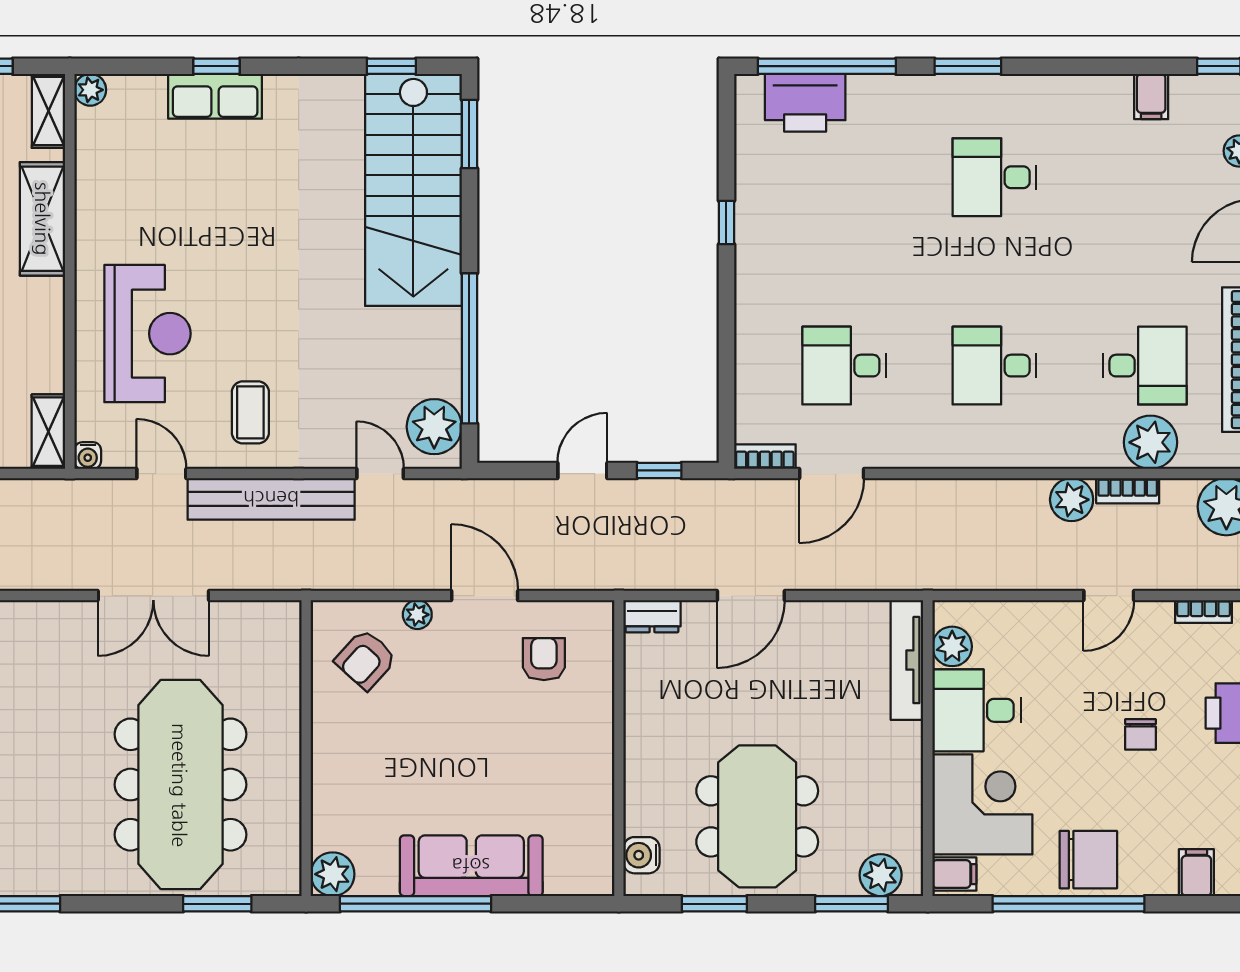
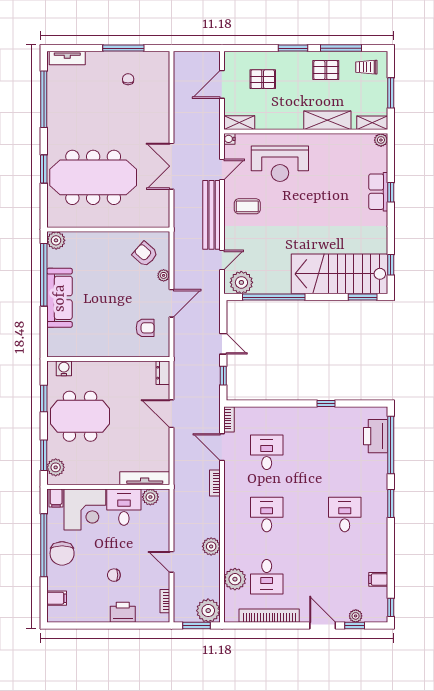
bookcase: (1128, 491) -> (215, 483), moved
window: (217, 904) -> (44, 169), moved

